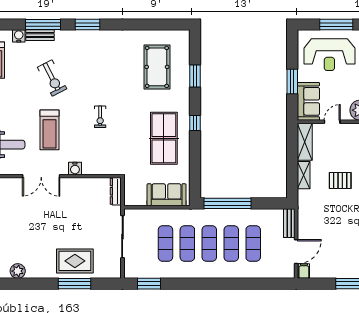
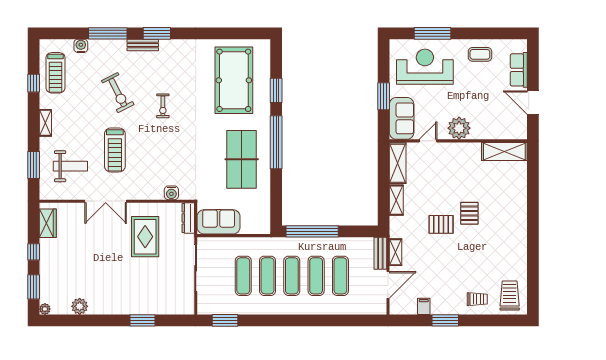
bench: (40, 35) -> (143, 45), moved
reception desk: (329, 55) -> (425, 67), turned 180
pool table: (157, 67) -> (234, 80), width x1.36, depth x1.32
exercise bike: (100, 117) -> (163, 106), moved
window: (195, 123) -> (276, 142), width x3.17
water cooler: (75, 169) -> (171, 193), moved
pallet: (340, 180) -> (441, 224), moved
sofa: (167, 195) -> (219, 222), moved
shelving: (303, 222) -> (395, 252), added
rug: (75, 261) -> (145, 237), moved, turned 90
filing cabinet: (304, 271) -> (424, 306), moved
window: (74, 284) -> (142, 320), width x0.69

